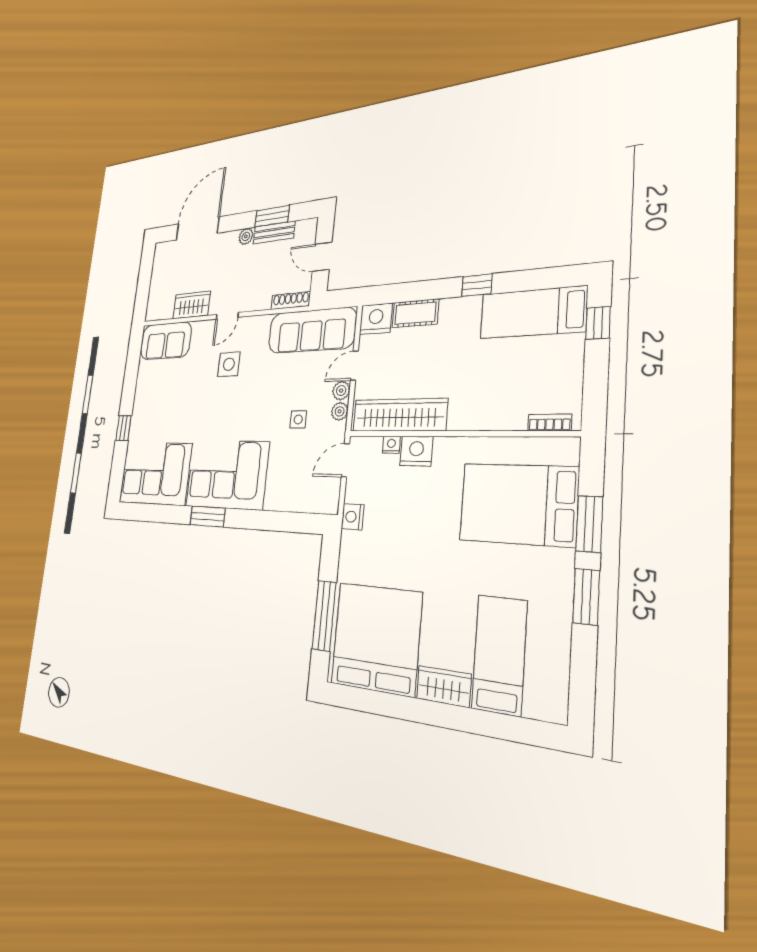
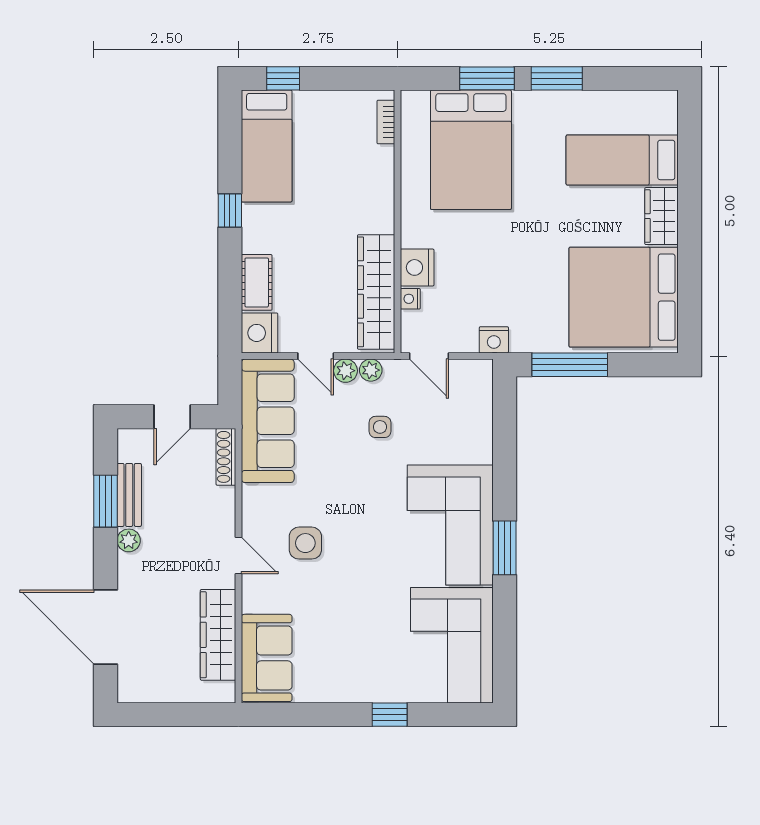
wardrobe: (192, 305) -> (218, 635), width x1.50
window: (324, 616) -> (570, 365), moved

